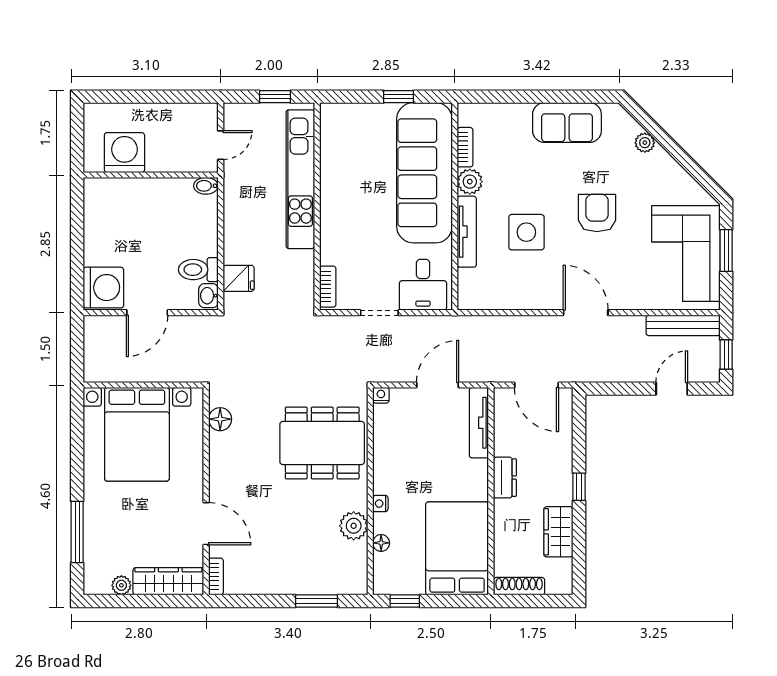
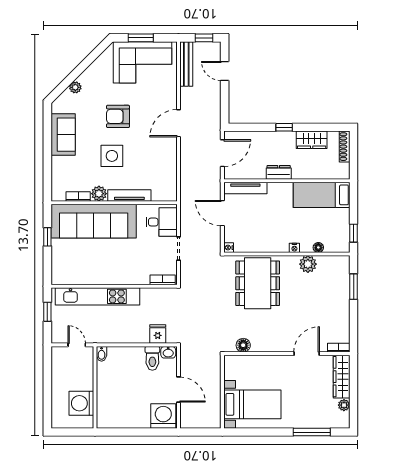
side table: (526, 232) -> (112, 156), moved
bed with nightstands: (137, 434) -> (252, 404), width x0.73
bed: (457, 548) -> (322, 195), width x0.67
shoe rack: (519, 586) -> (345, 147), moved

